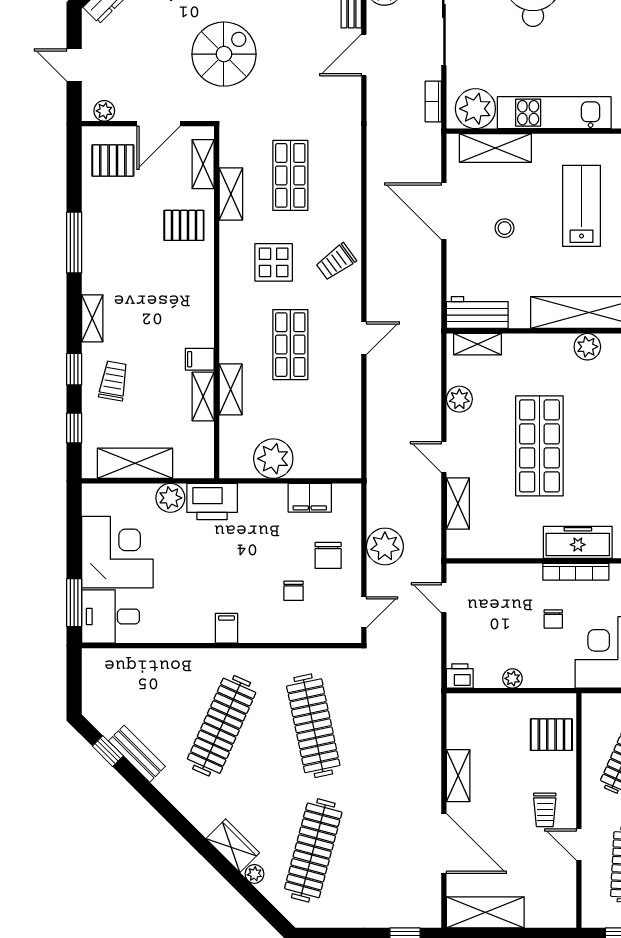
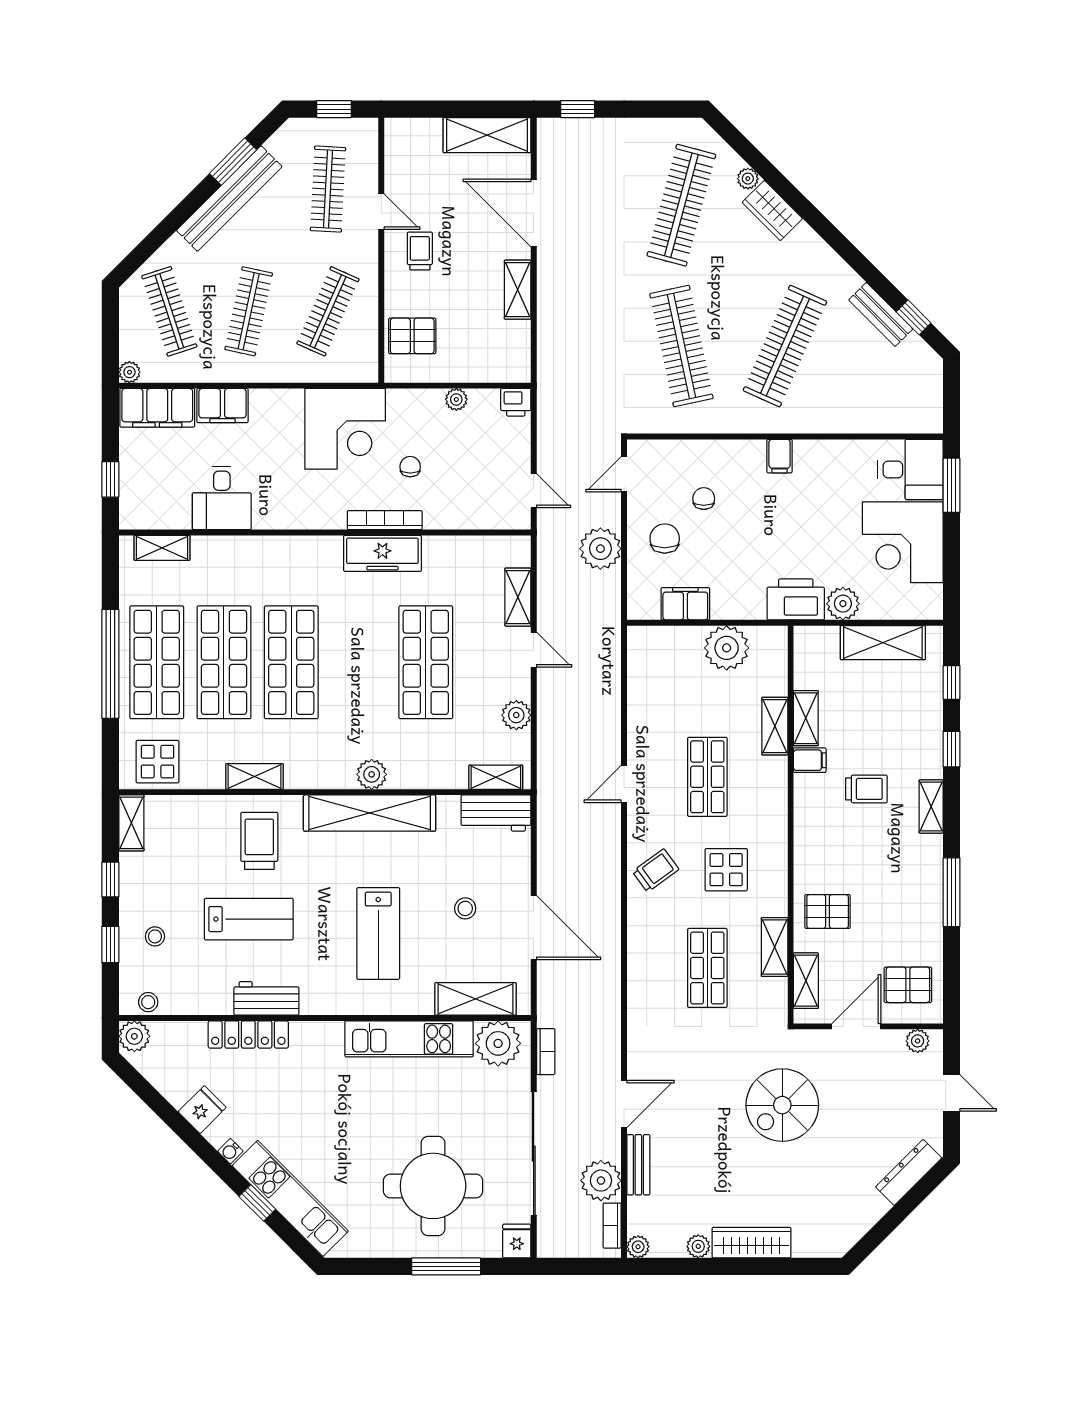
trolley: (114, 381) -> (866, 789), moved, turned -100

